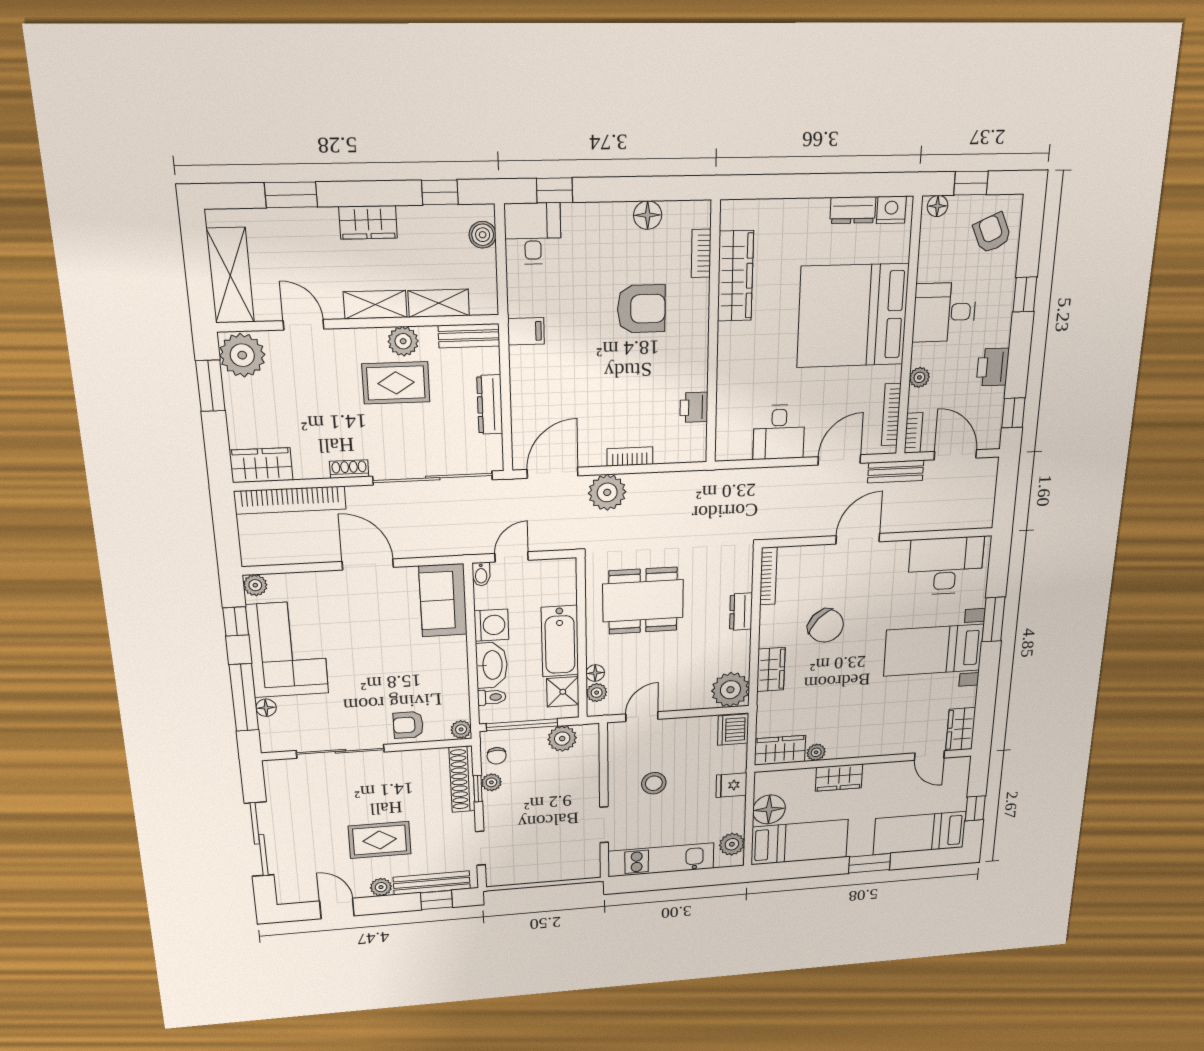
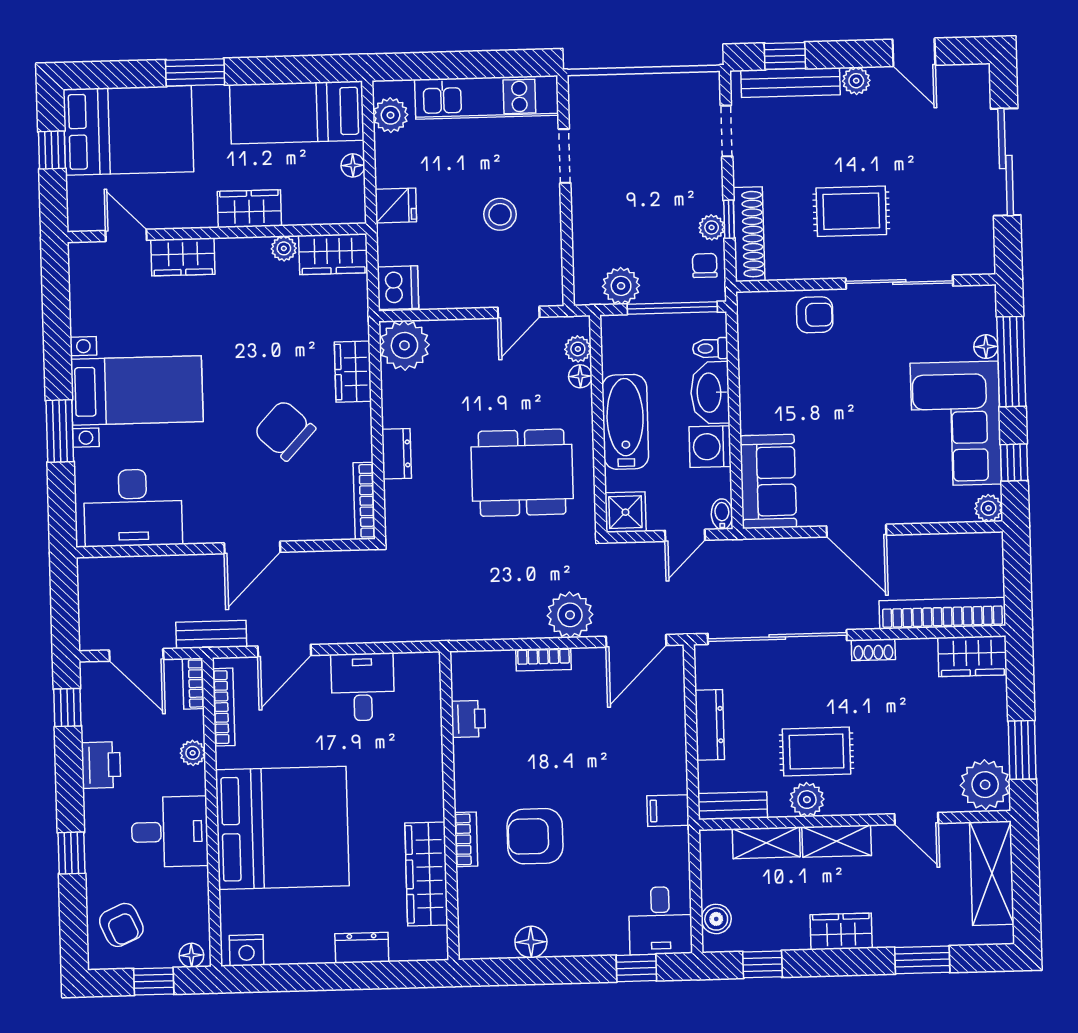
dresser: (853, 210) -> (362, 948), moved
bookcase: (701, 253) -> (466, 839), moved
shower: (563, 692) -> (625, 512), moved
plant: (461, 729) -> (749, 305), removed
wardrobe: (961, 729) -> (183, 257), moved, turned 90
floor lamp: (769, 809) -> (353, 165), width x0.53, depth x0.53
bed: (920, 833) -> (128, 130), width x1.50
rug: (380, 840) -> (851, 211), moved

